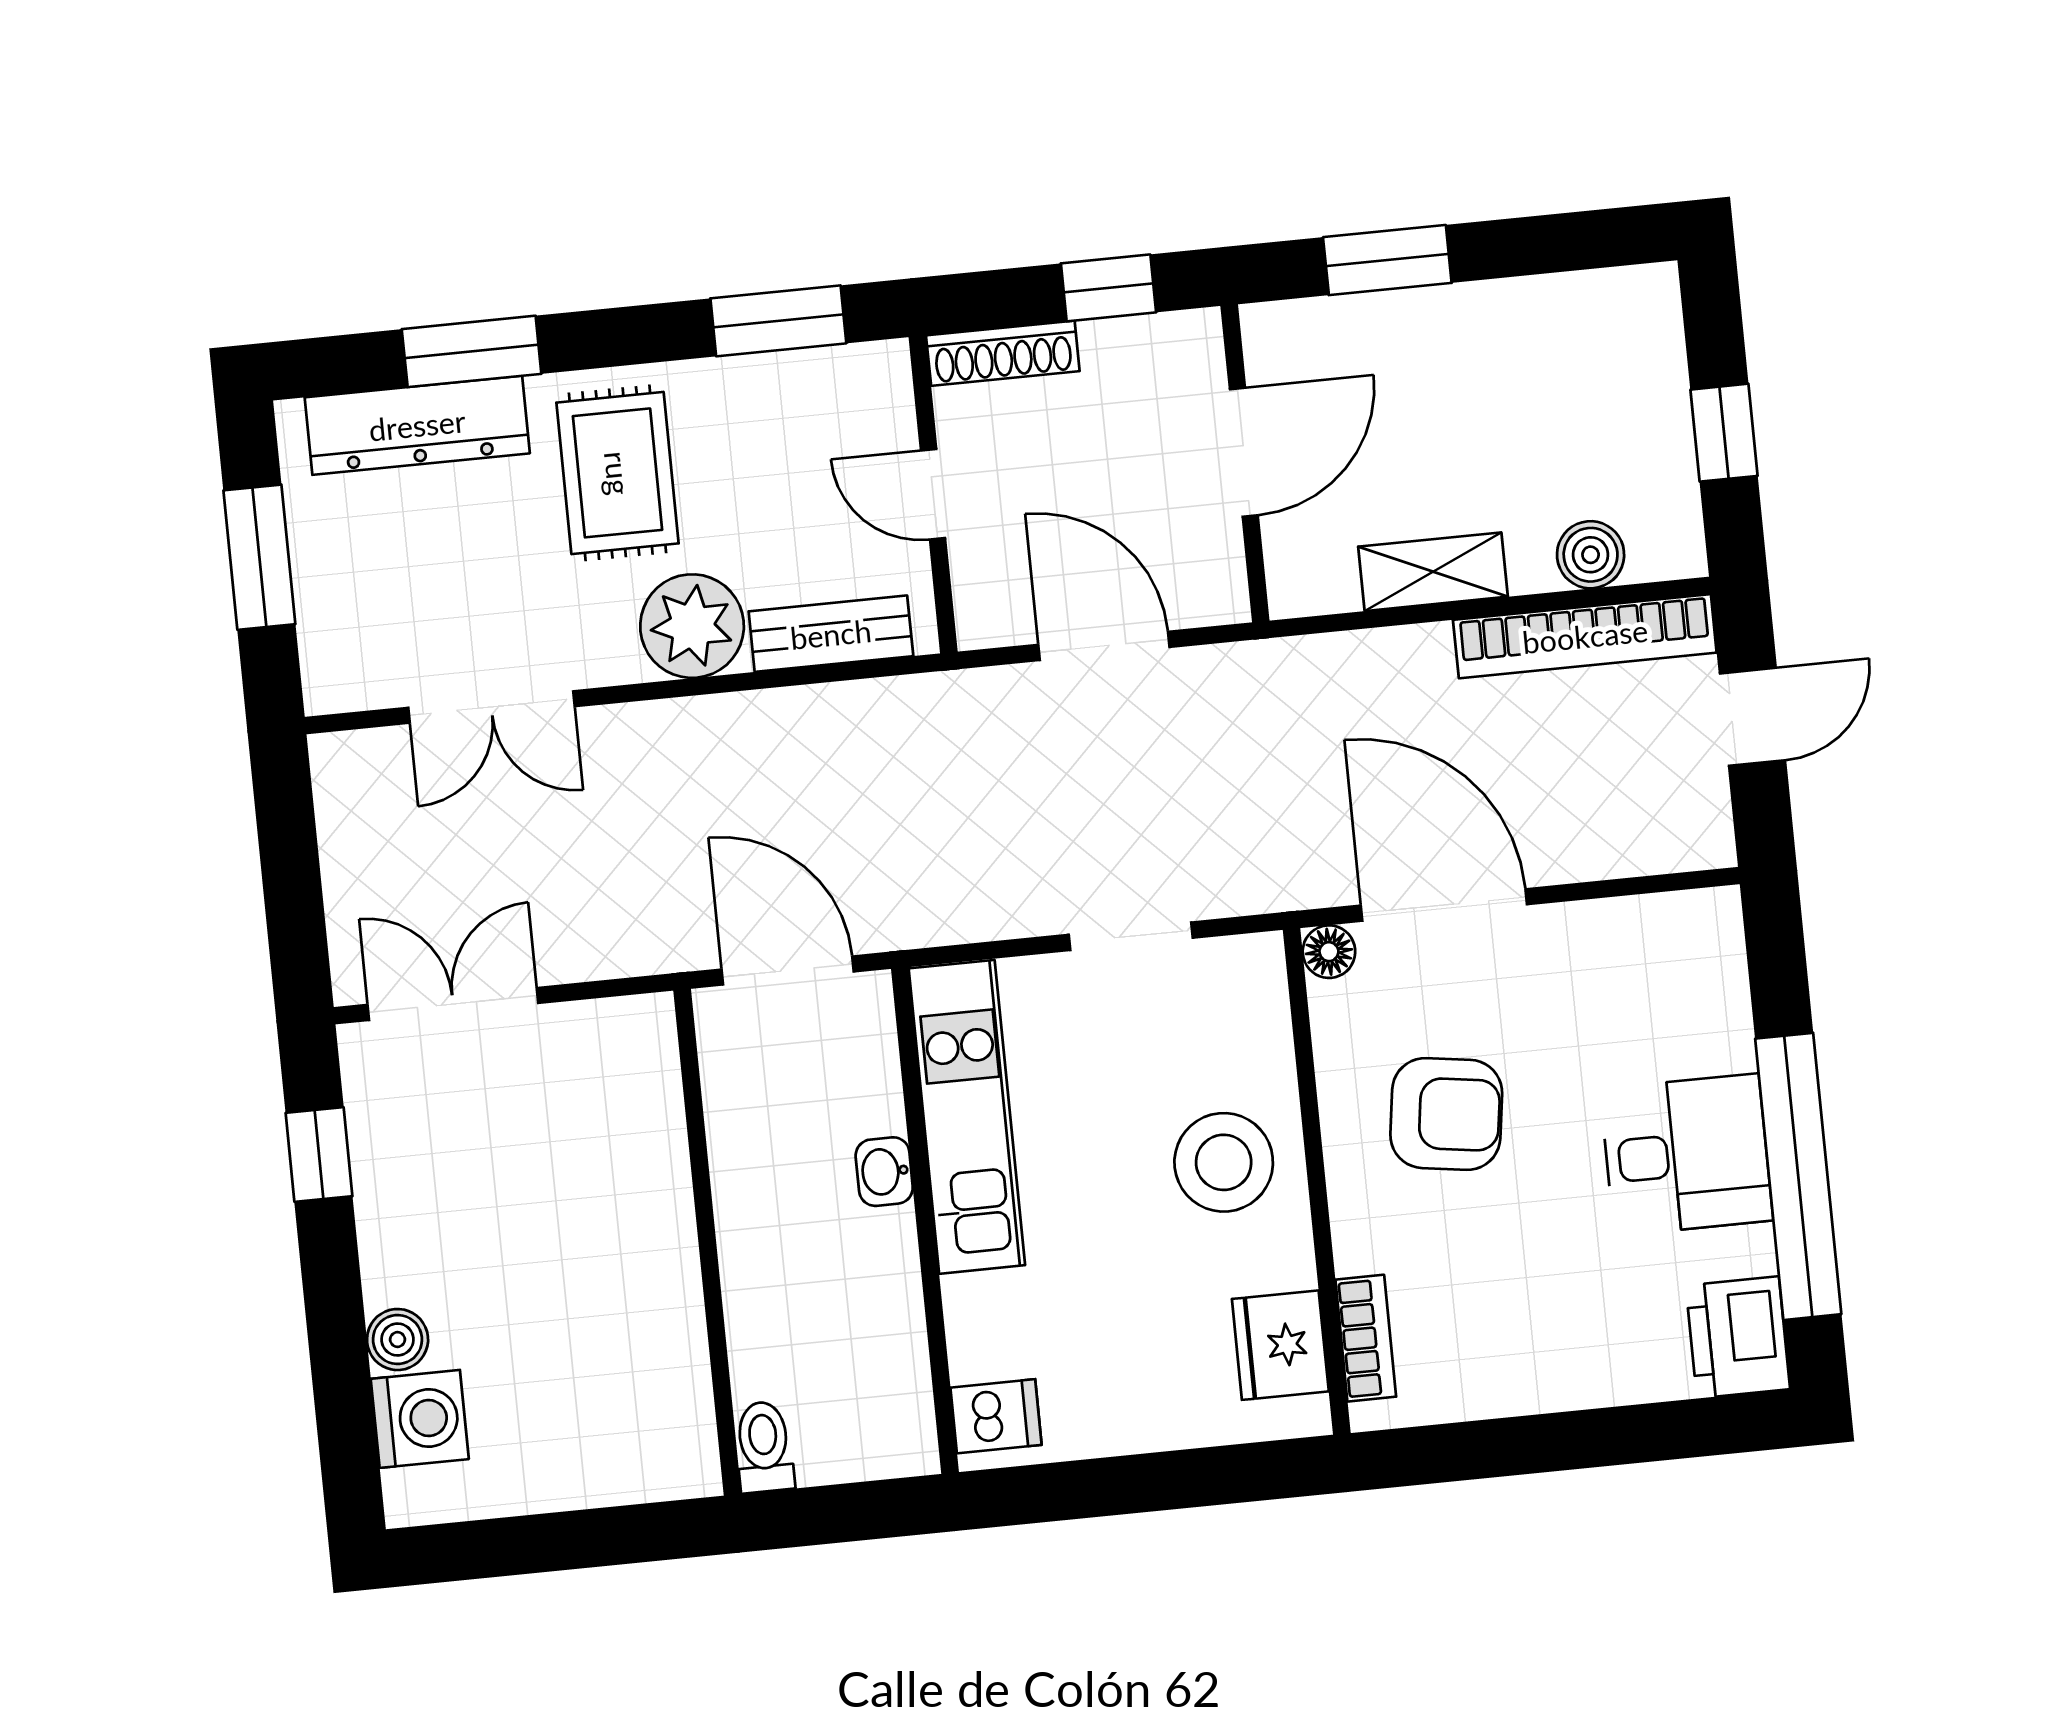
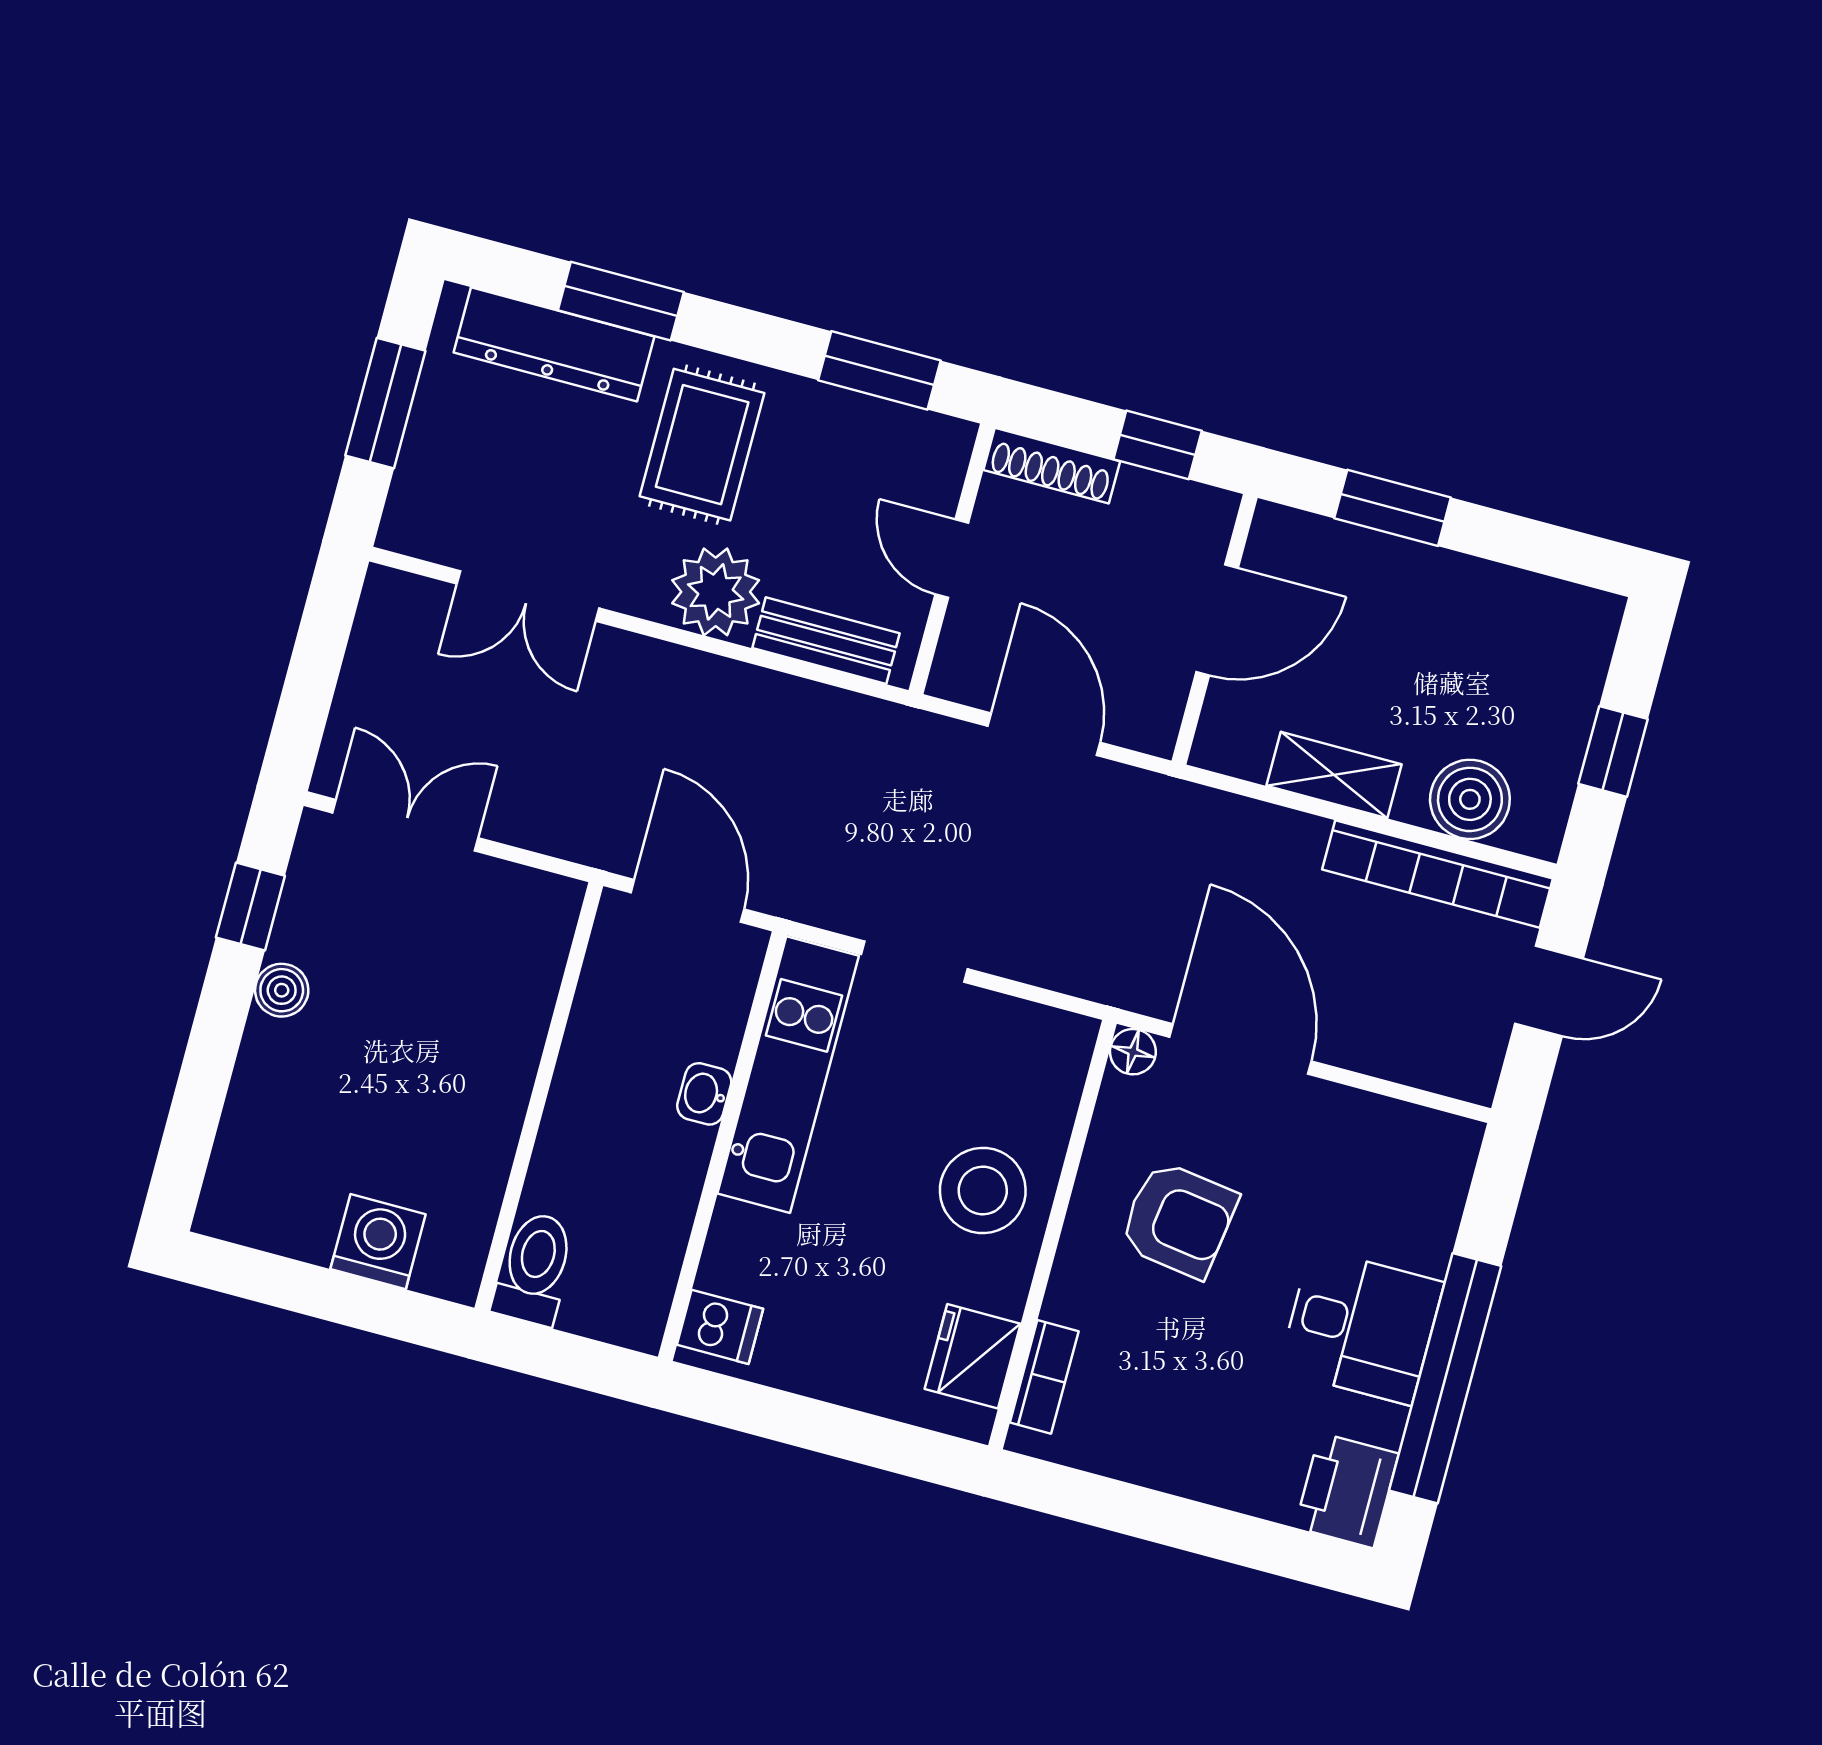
boiler: (1591, 555) -> (1470, 799), width x1.36, depth x1.36
doorway: (1131, 936) -> (914, 962), moved
boiler: (398, 1340) -> (282, 990), moved
washing machine: (420, 1419) -> (378, 1242), moved, turned -90
toilet: (764, 1447) -> (534, 1268), width x1.37, depth x1.39

